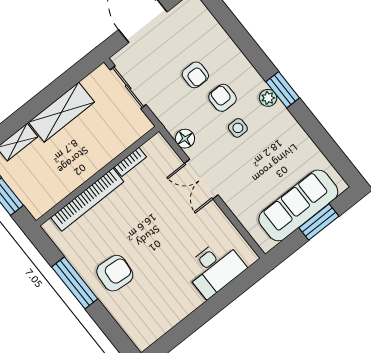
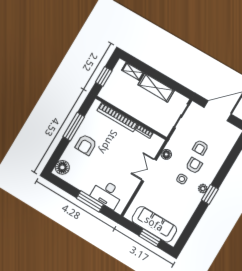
armchair: (115, 273) -> (86, 145), turned 85
window: (217, 303) -> (90, 201), added
floor lamp: (139, 330) -> (62, 167), added

